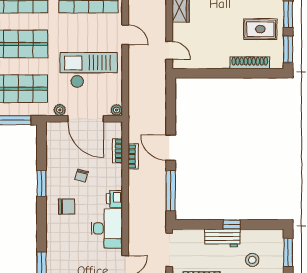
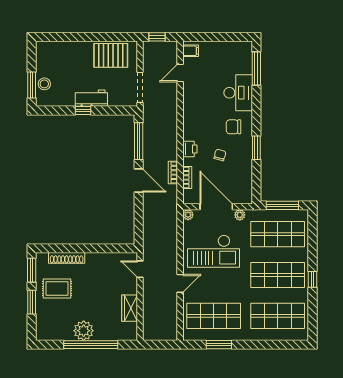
door: (125, 35) -> (180, 283), swing flipped
printer: (115, 199) -> (190, 149), moved
desk: (107, 228) -> (238, 93), moved, turned 180
stool: (252, 260) -> (44, 84), moved

